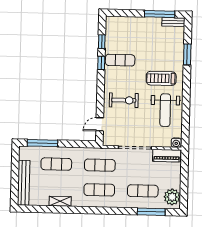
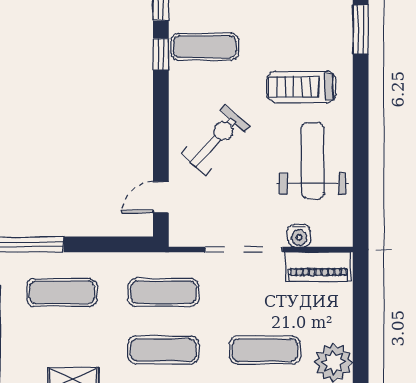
exercise bike: (124, 100) -> (216, 140), turned -48
weight bench: (165, 110) -> (313, 161), turned 180
water cooler: (176, 143) -> (299, 236), moved

